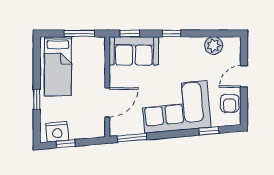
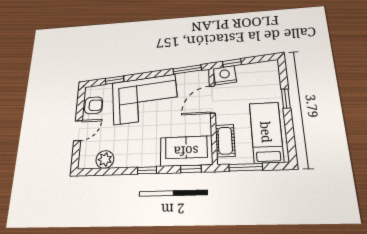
cot: (97, 60) -> (225, 141), added
armchair: (230, 103) -> (94, 105), turned 90
nightstand: (57, 132) -> (225, 75), moved
window: (66, 144) -> (232, 63), moved

